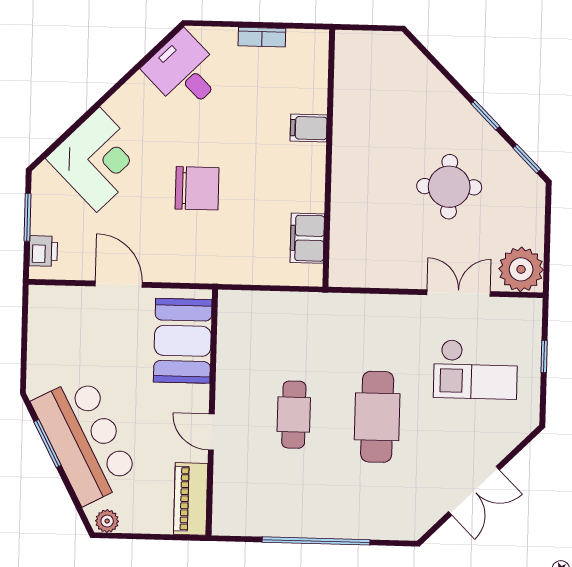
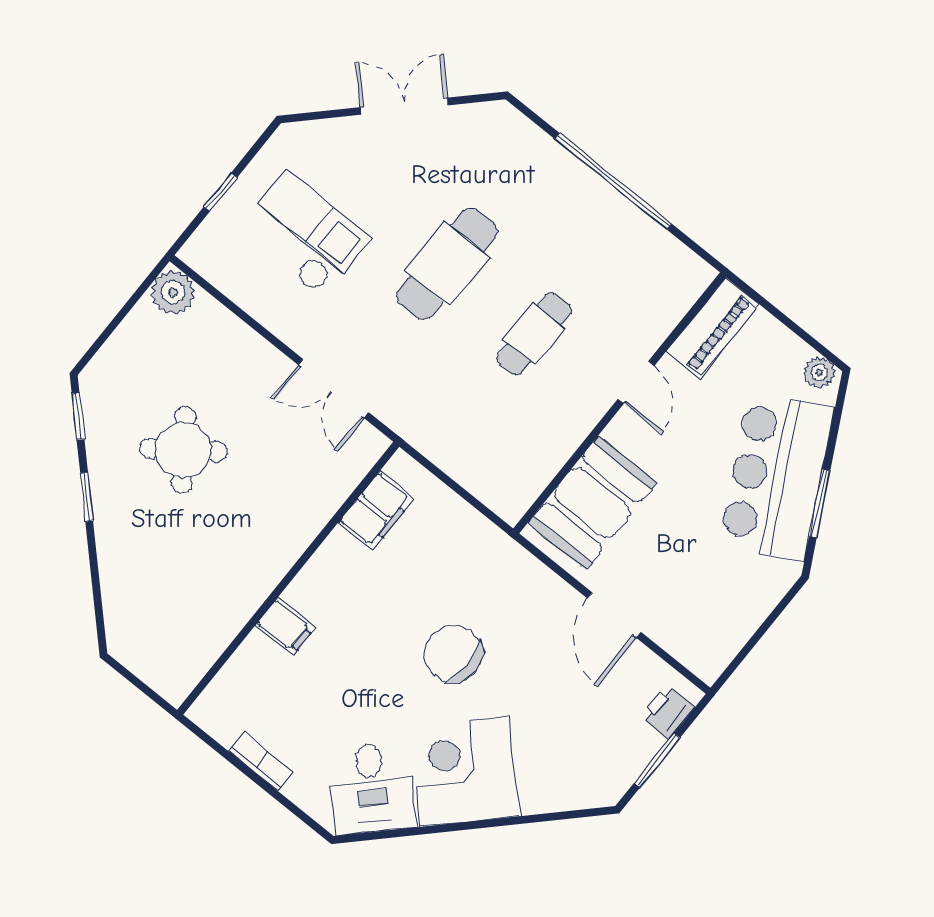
corner desk: (98, 160) -> (464, 772), moved
round table: (449, 187) -> (183, 450), turned -36
plant: (521, 269) -> (173, 292), width x0.73, depth x0.73
double door: (459, 293) -> (334, 389), moved

